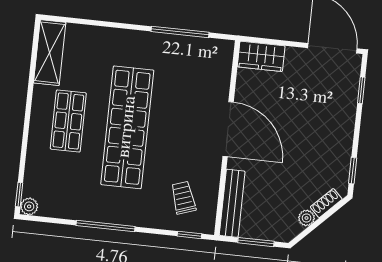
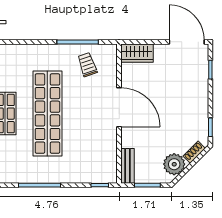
trolley: (183, 198) -> (87, 65), moved
bench: (232, 203) -> (128, 166), width x0.73
plant: (307, 218) -> (174, 164), width x1.88, depth x1.88

